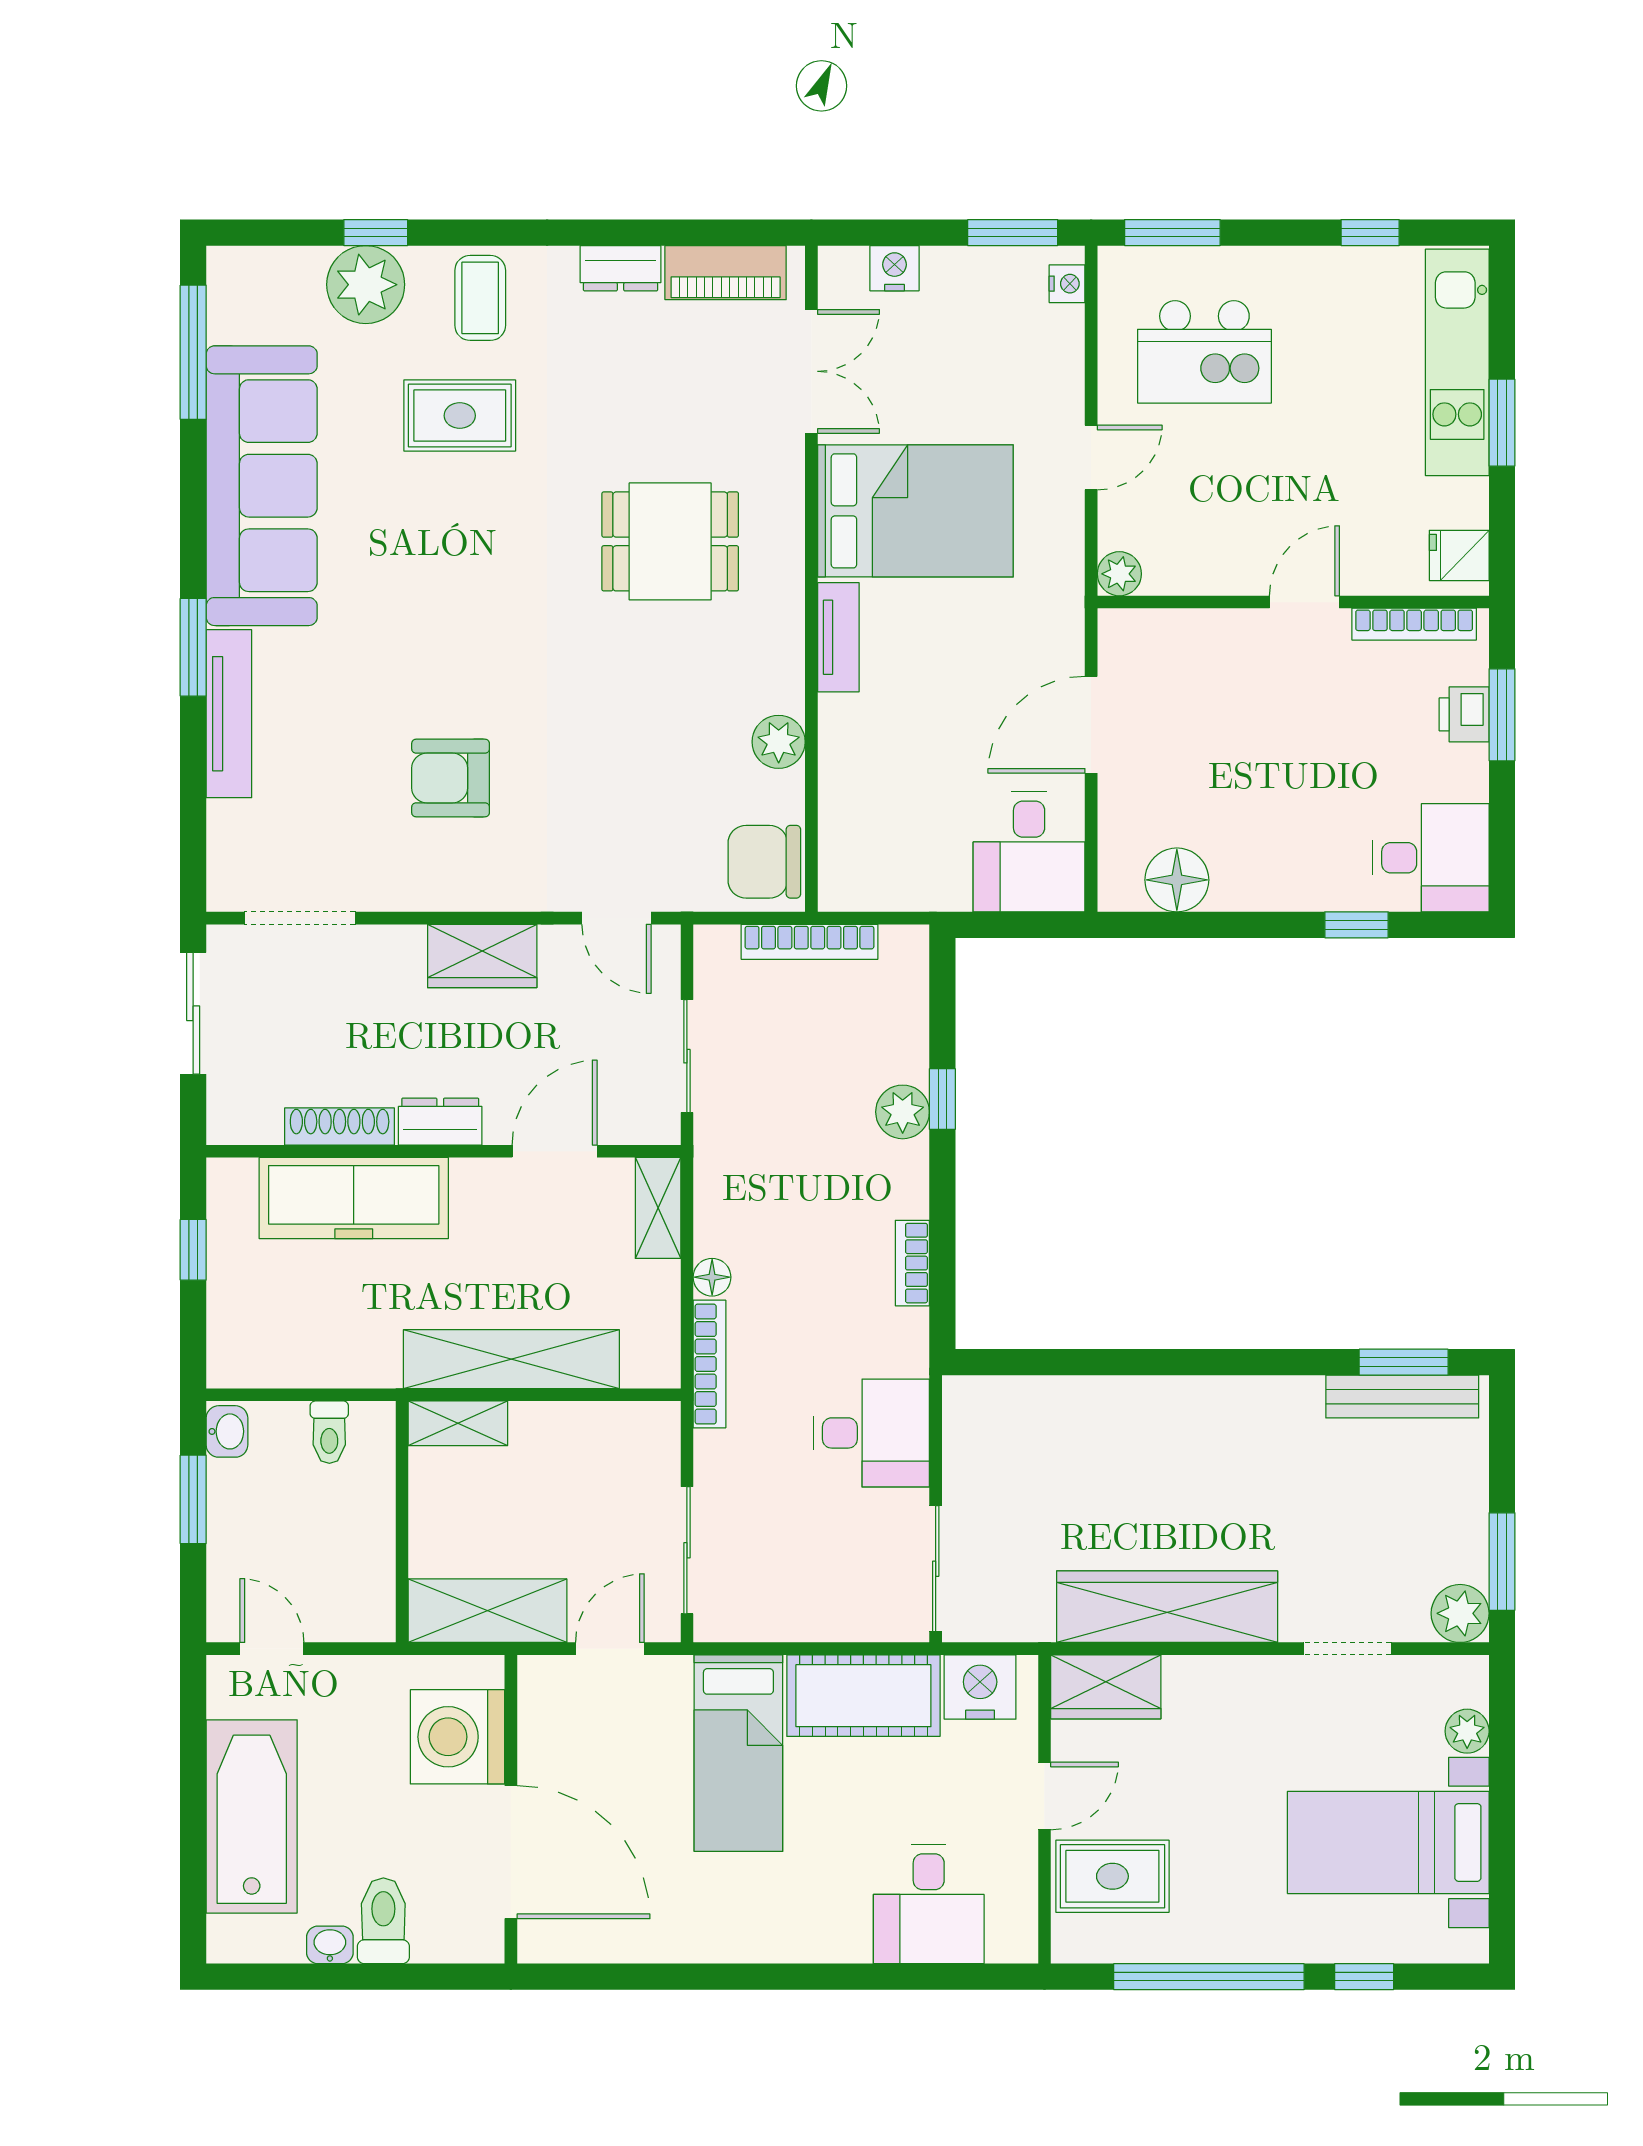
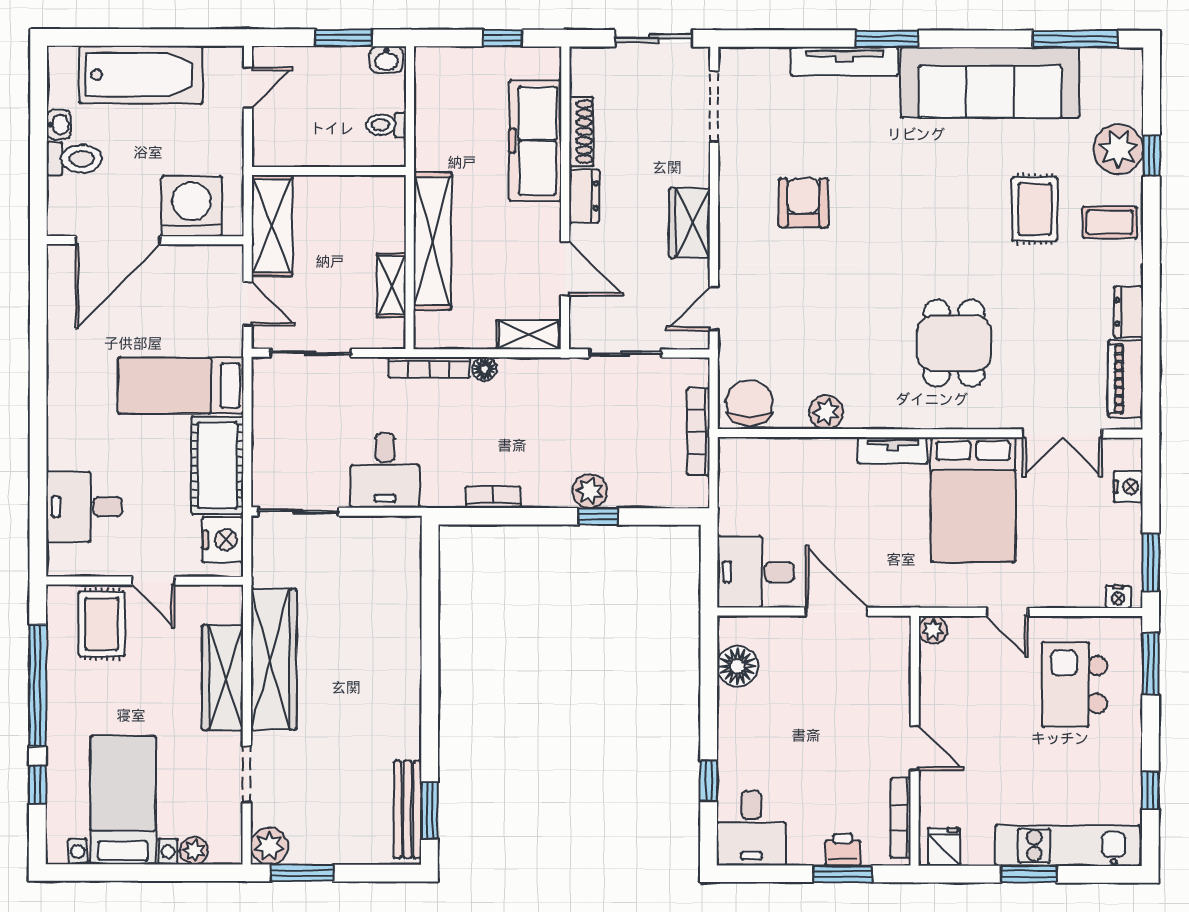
shelving: (458, 1423) -> (391, 285), moved
wardrobe: (1106, 1687) -> (223, 678), moved, width x1.50

